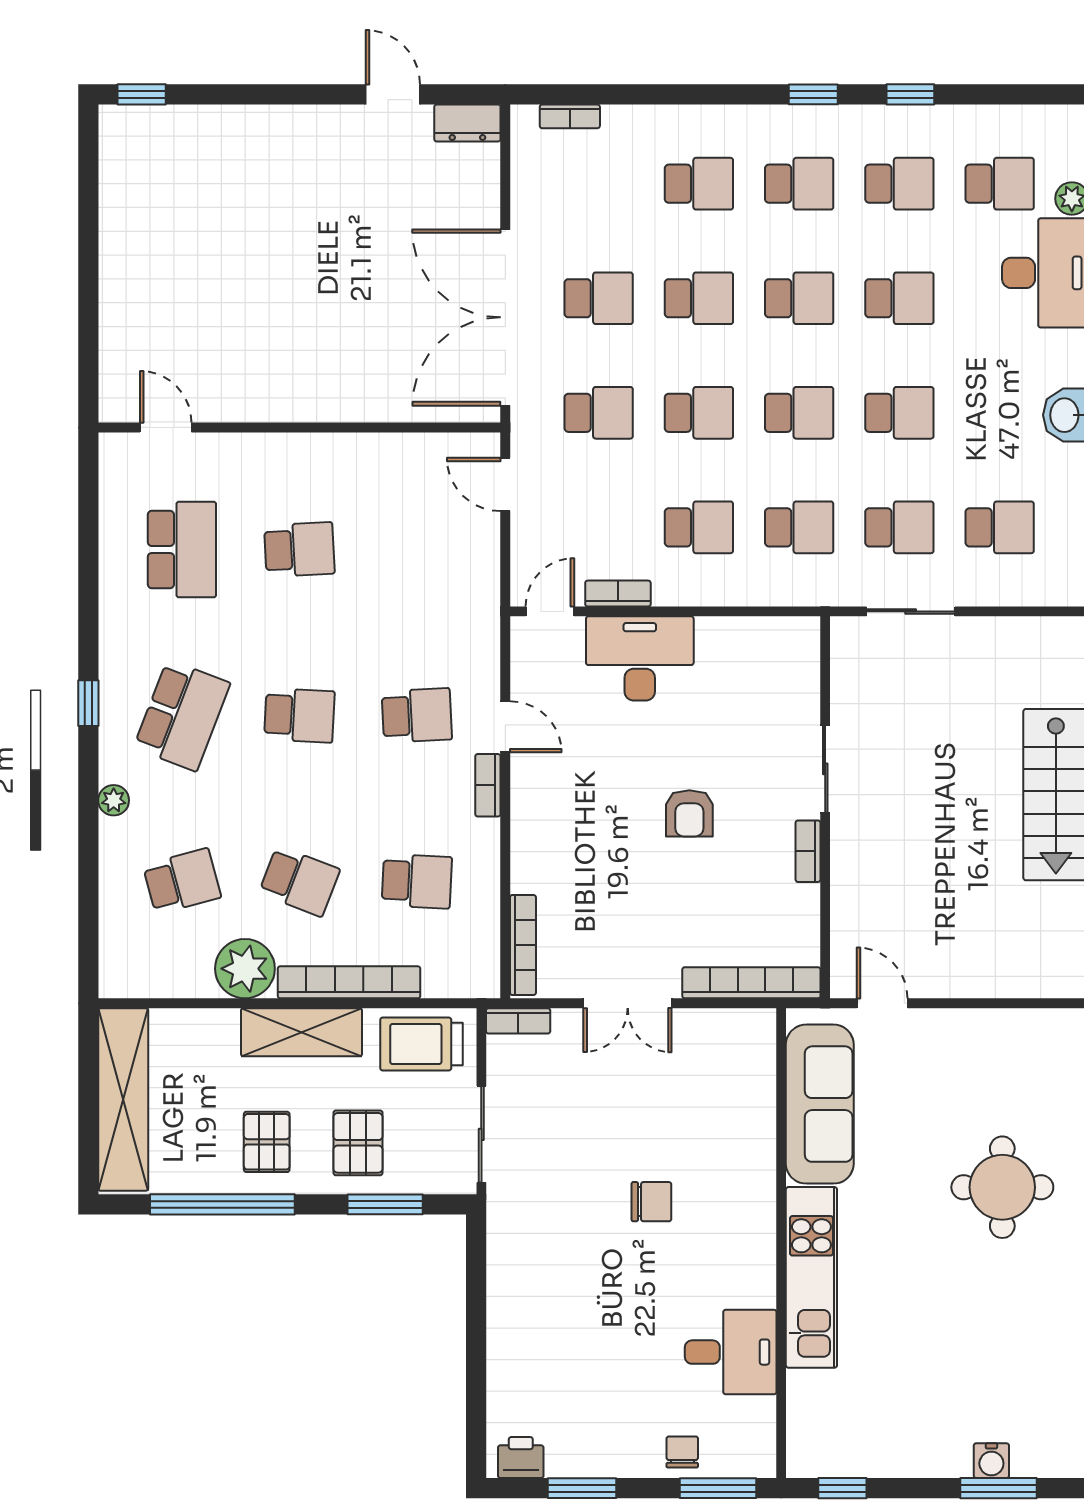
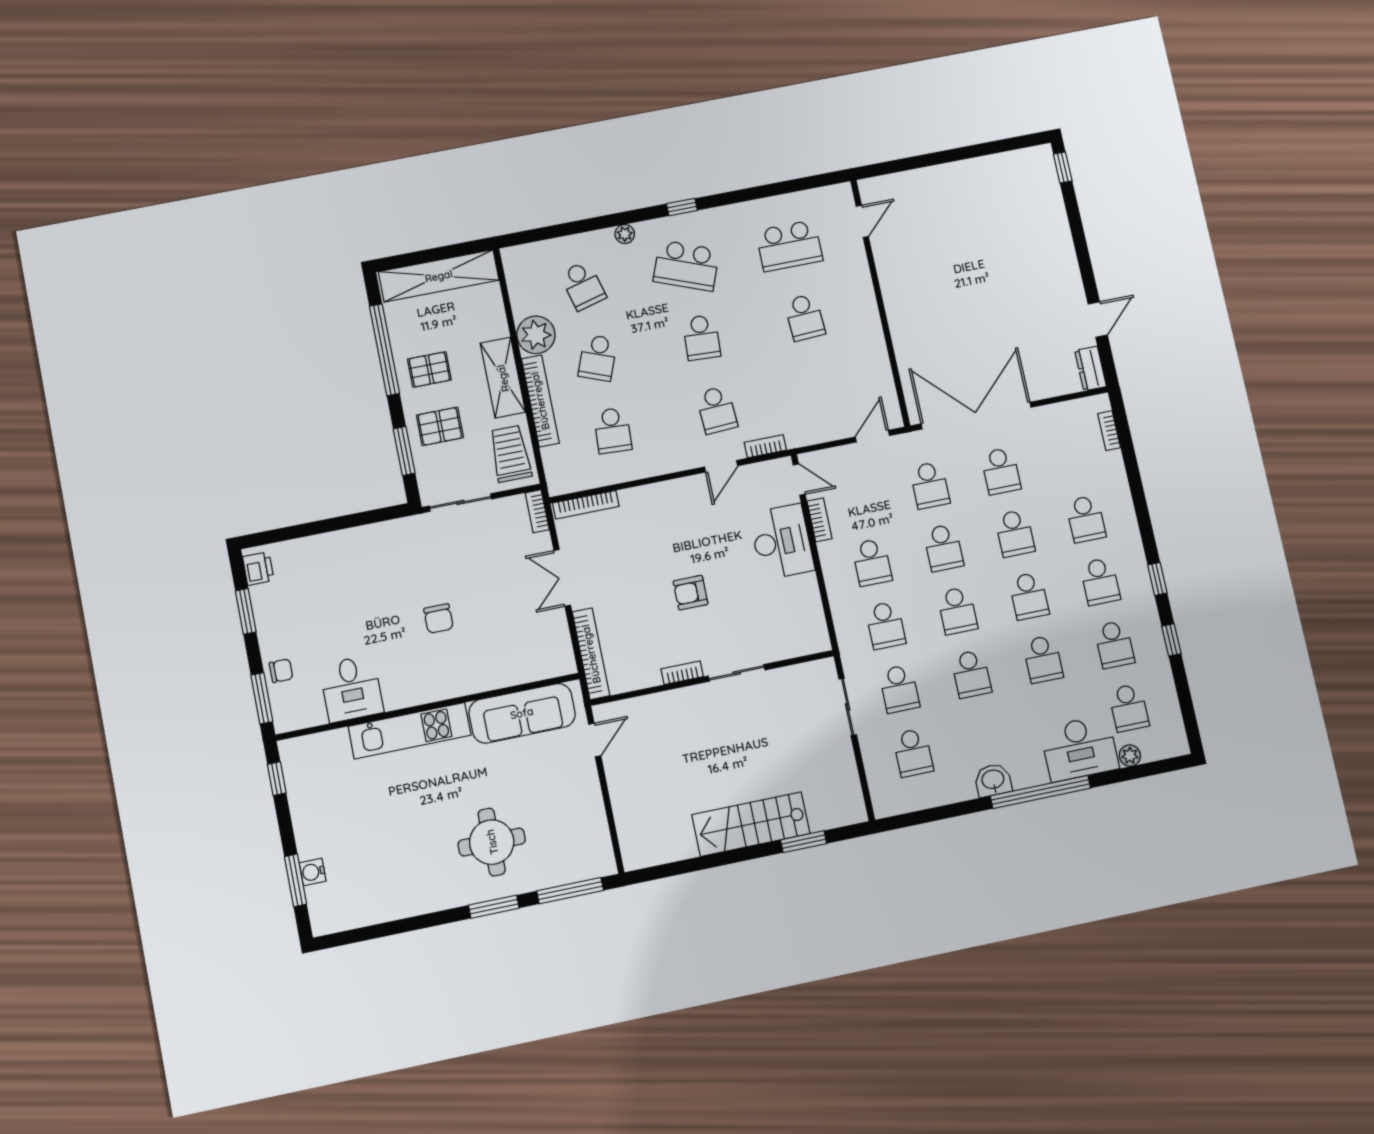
bookcase: (488, 785) -> (765, 446), moved

